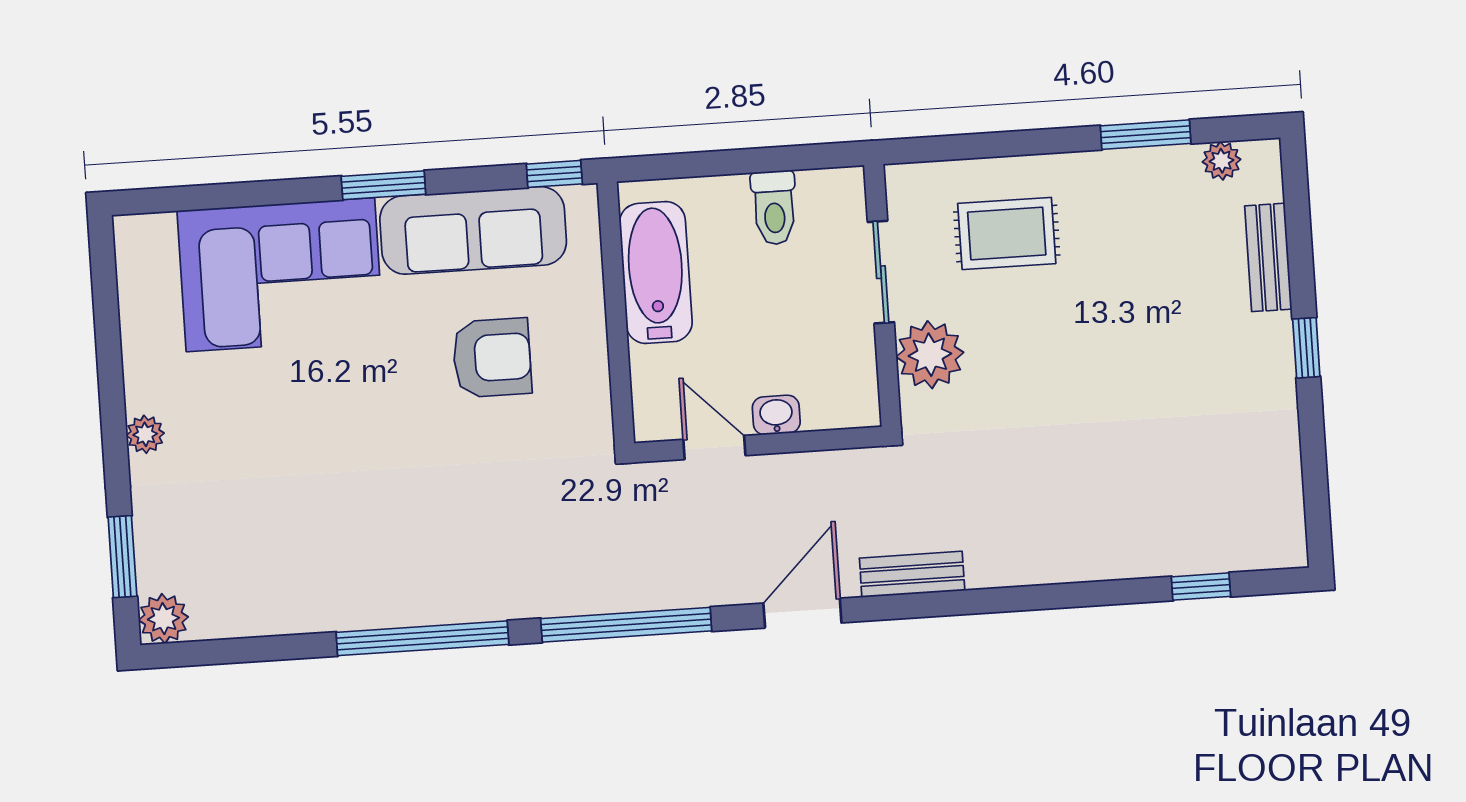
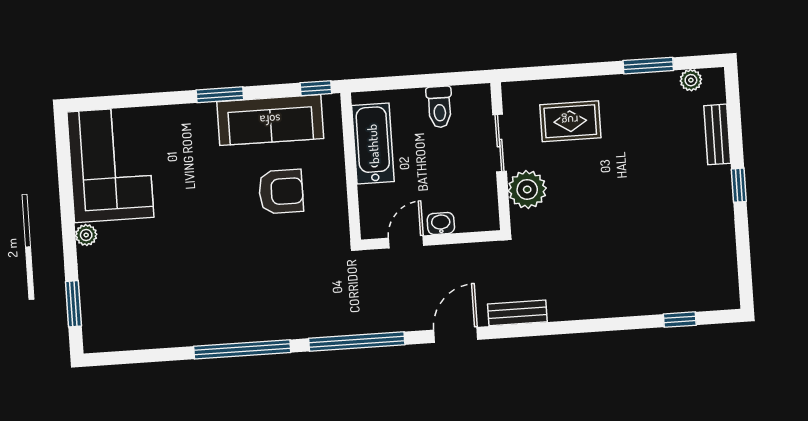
corner sofa: (280, 275) -> (110, 165), moved, turned -90
door: (714, 447) -> (406, 242), hinge flipped
plant: (163, 619) -> (97, 339), removed

